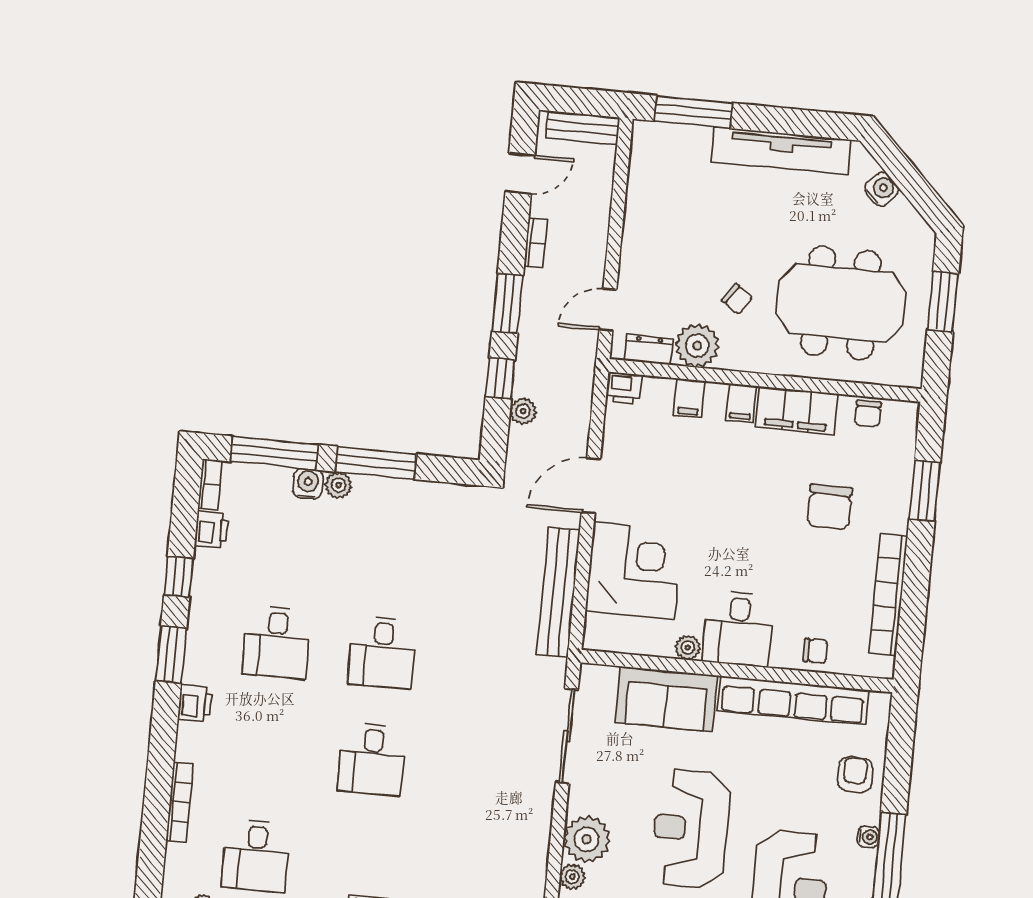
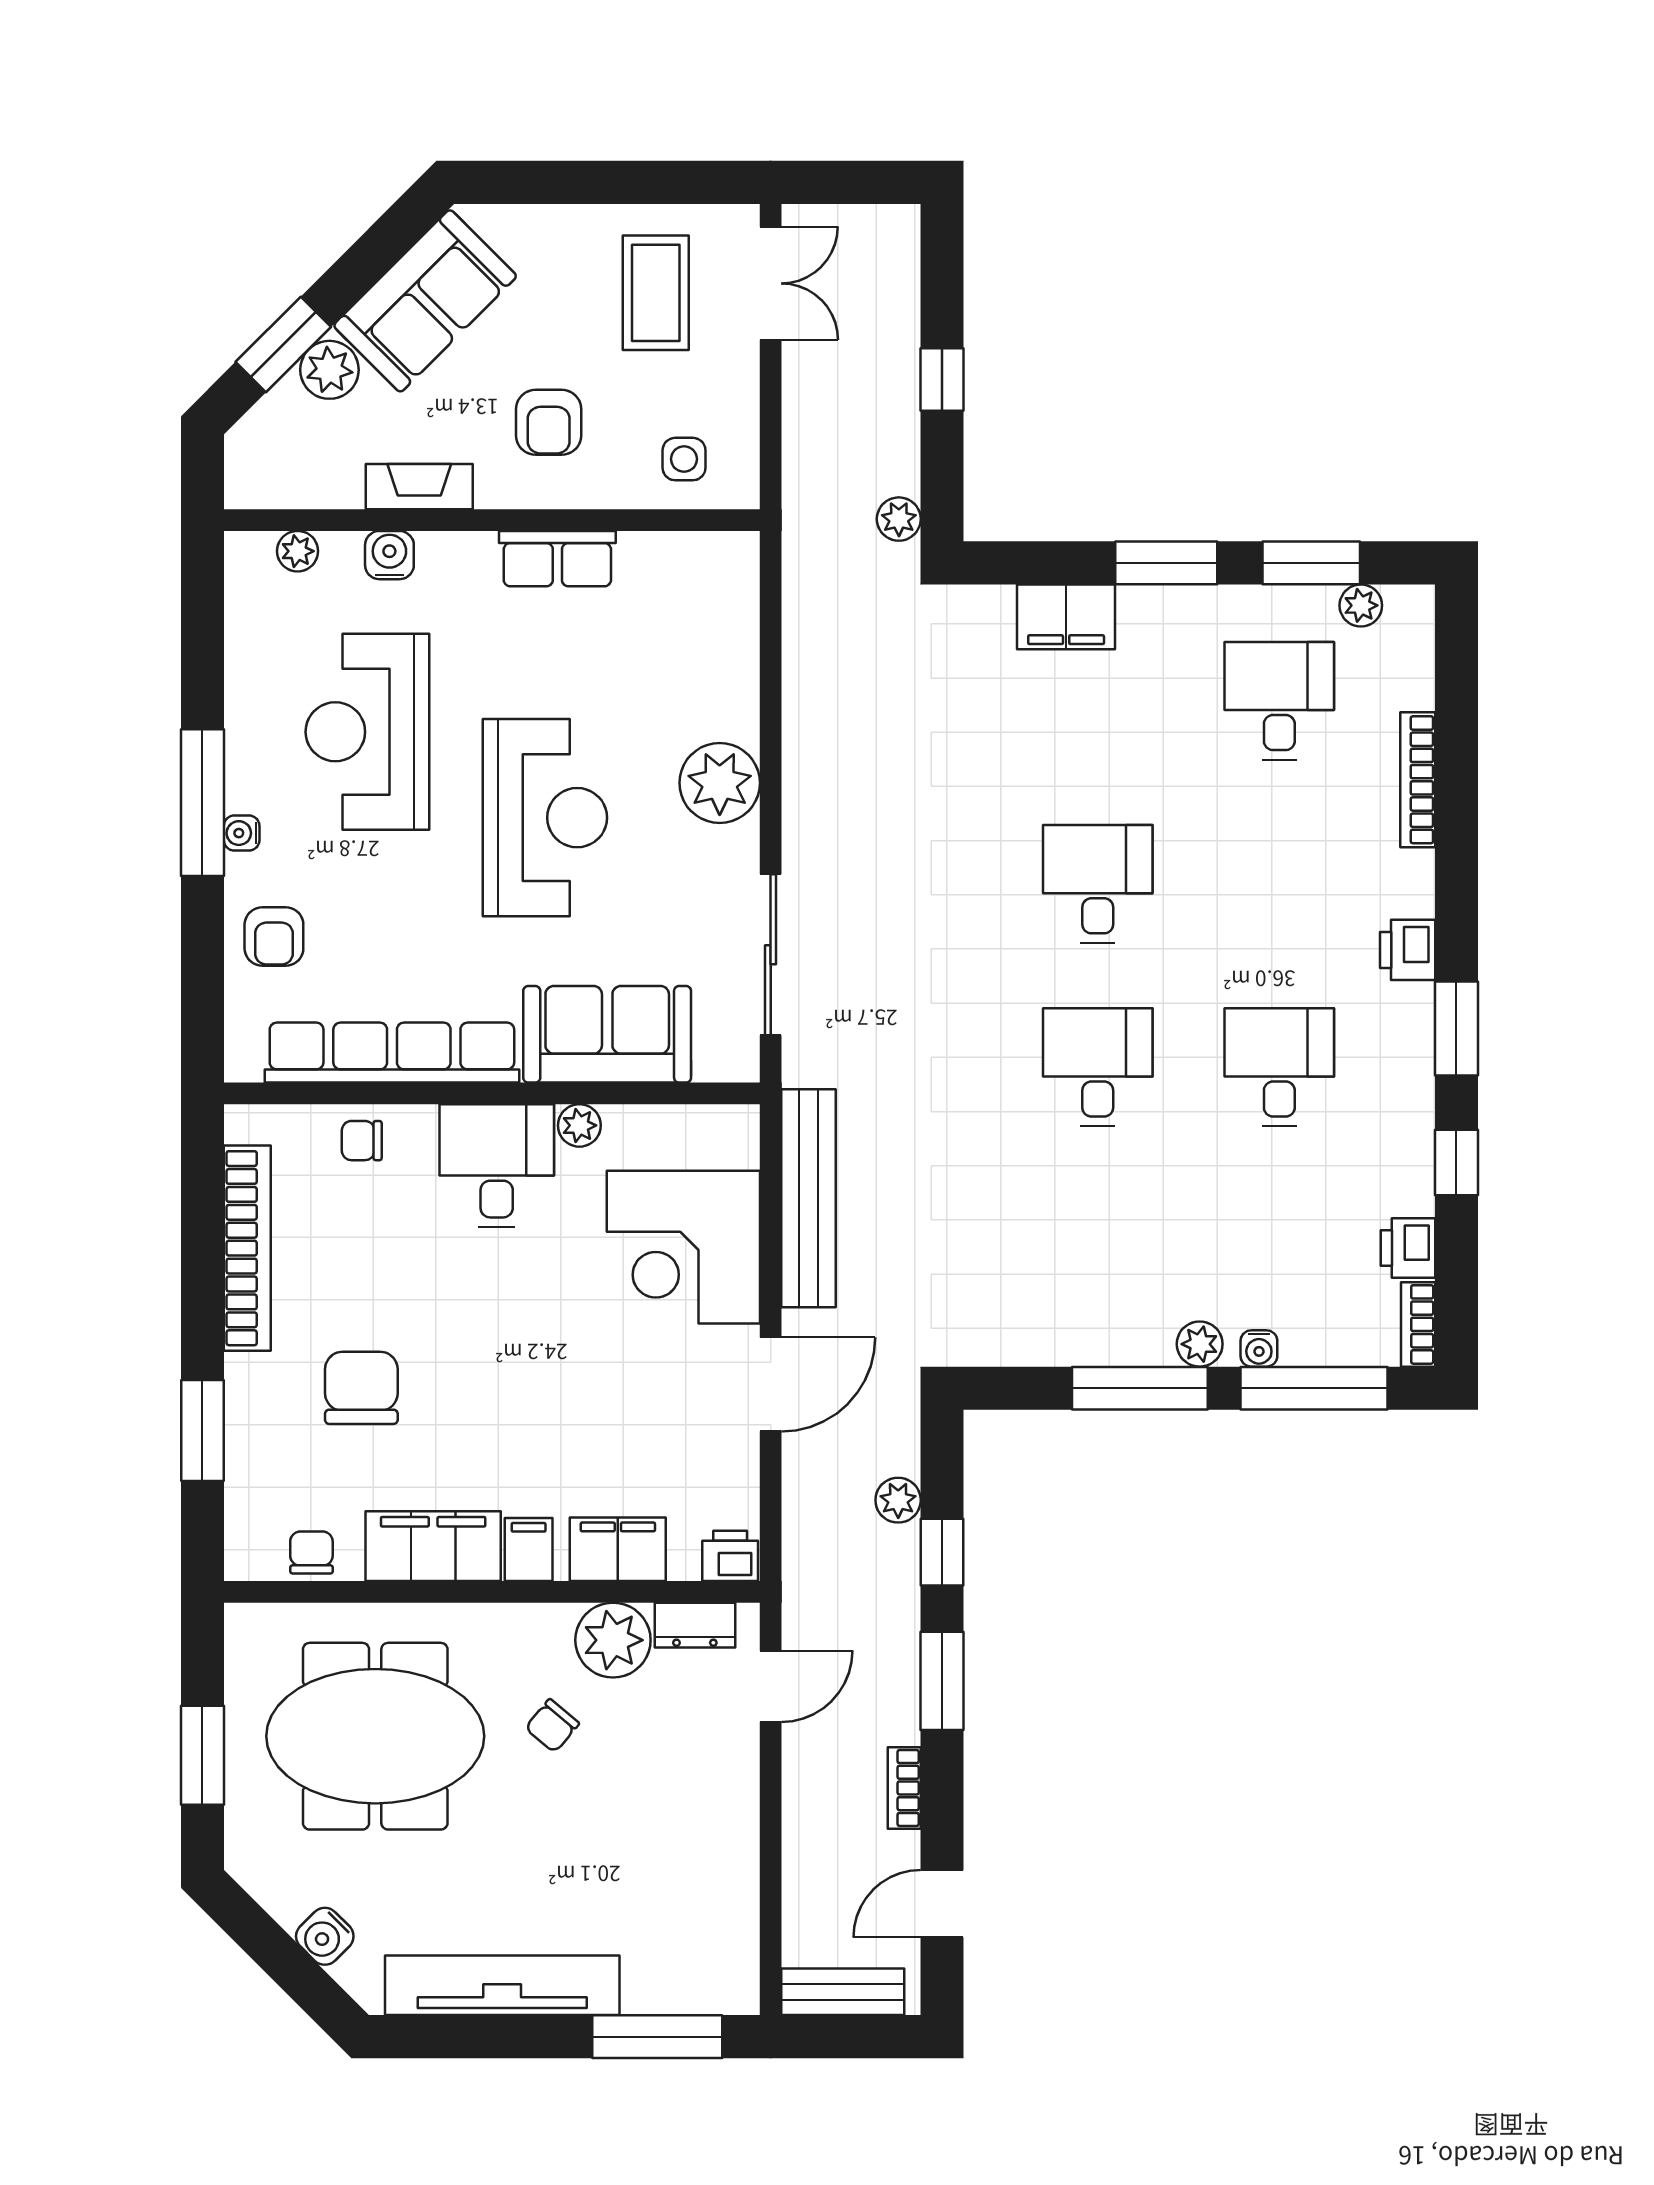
chair: (737, 299) -> (552, 1726), turned -85
filing cabinet: (689, 398) -> (618, 1549), width x2.00
water cooler: (308, 484) -> (1259, 1348), width x0.72, depth x0.72
plant: (572, 877) -> (738, 717), removed

